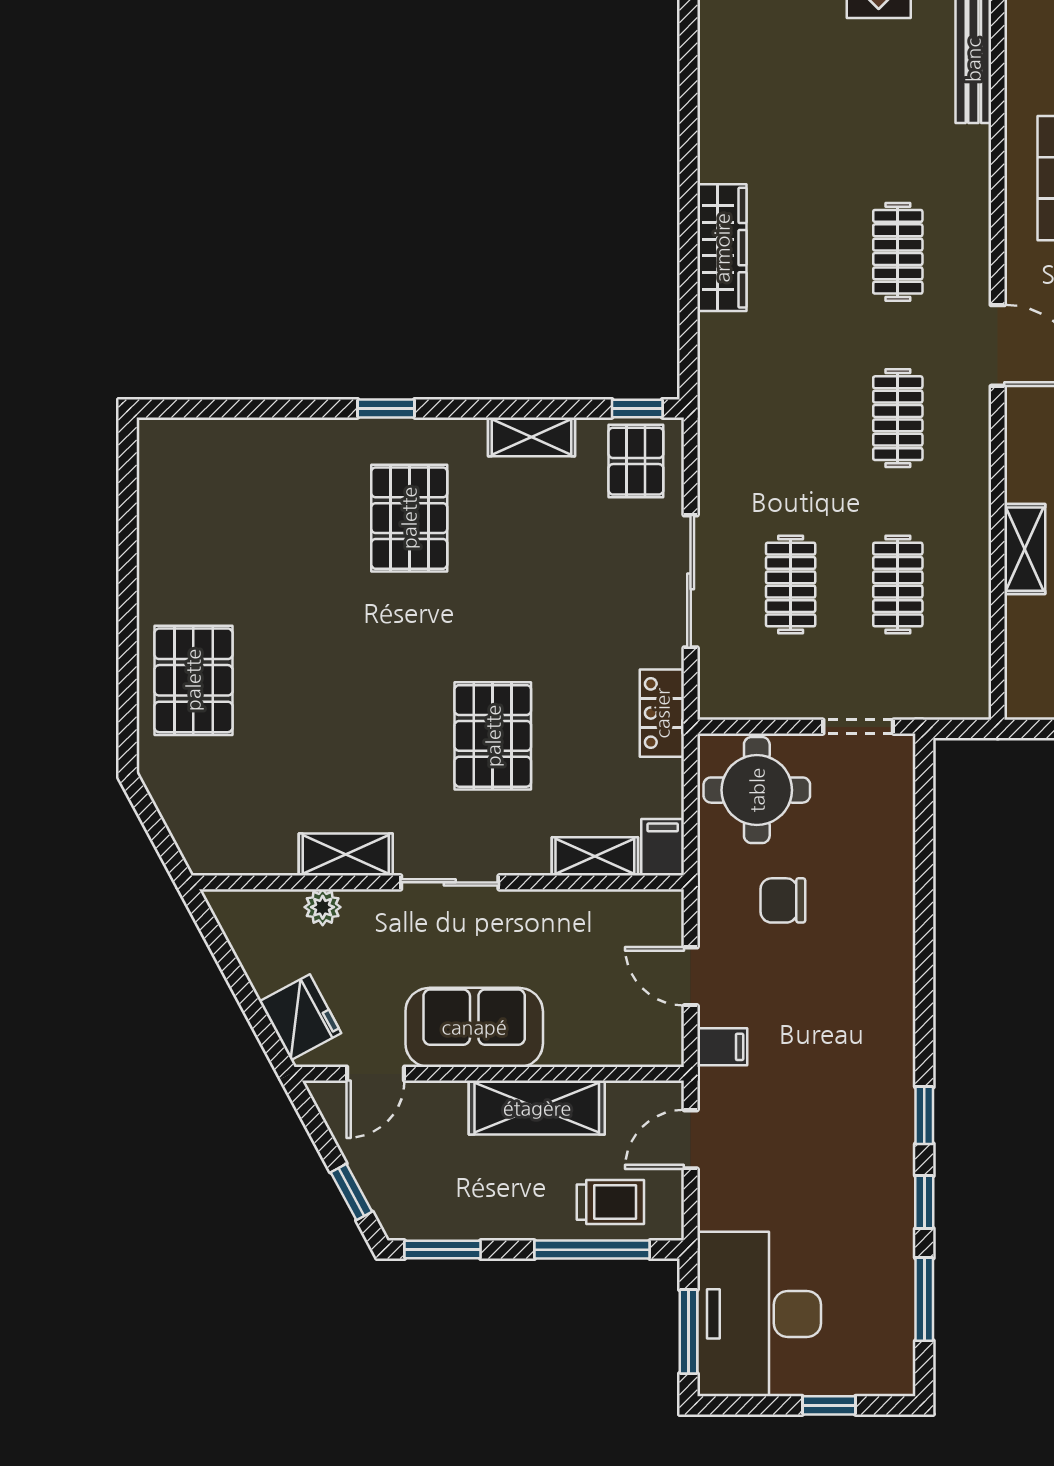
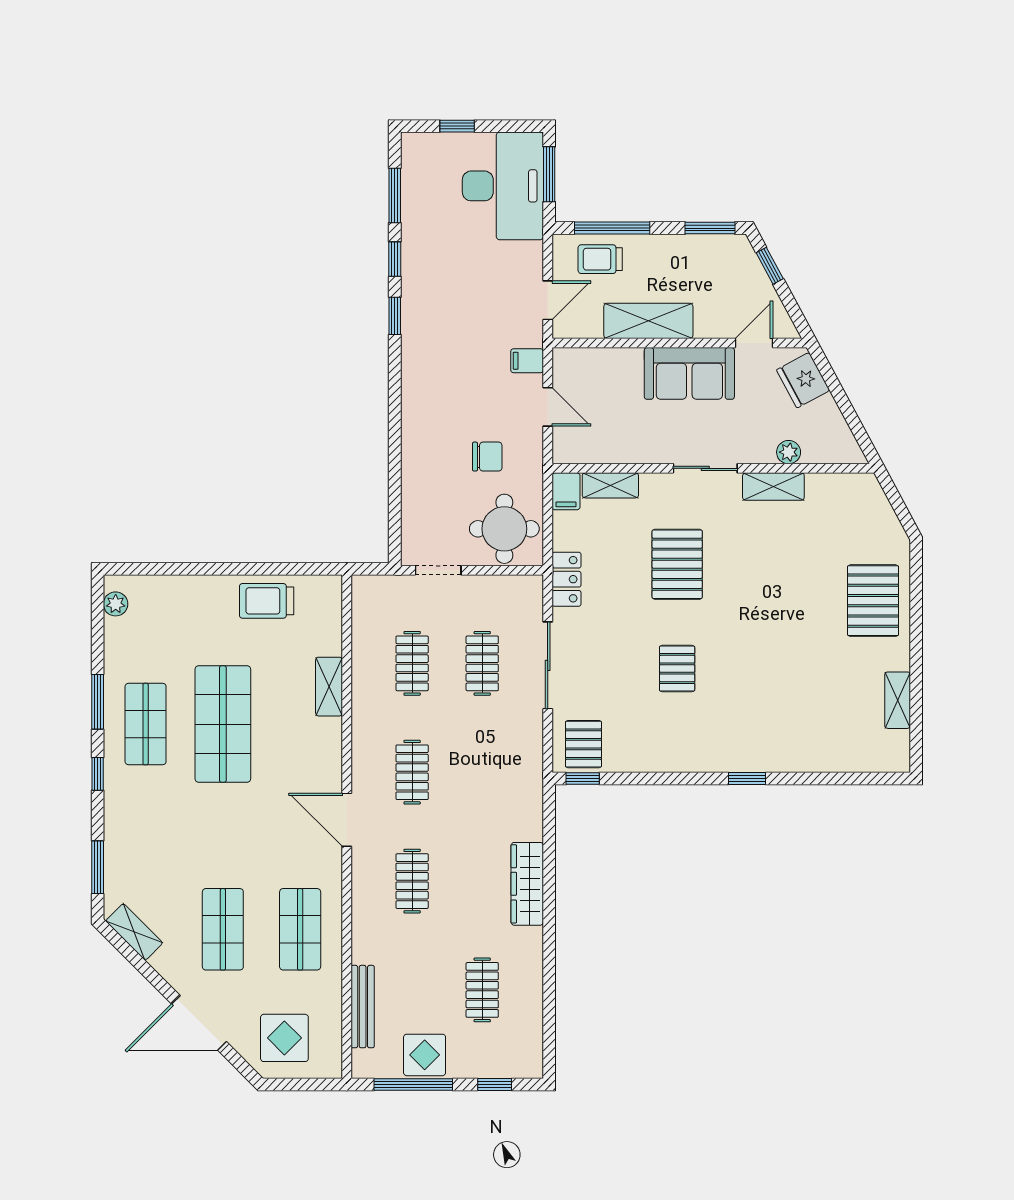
clothes rail: (791, 85) -> (482, 990), added
shelving: (532, 437) -> (898, 700), moved, turned 90
pallet: (409, 518) -> (677, 669), moved, width x0.67, depth x0.71

